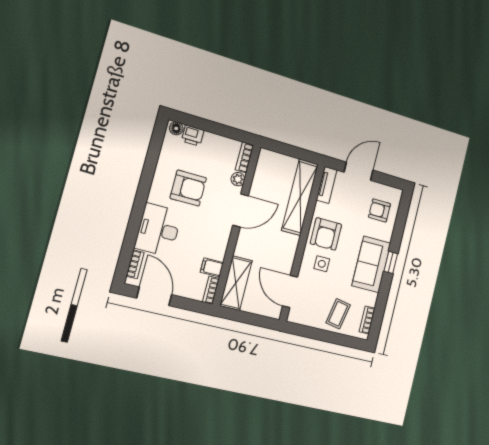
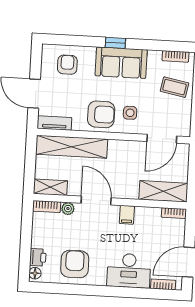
shelving: (264, 166) -> (50, 187), added
armchair: (188, 188) -> (75, 264), moved
armchair: (379, 210) -> (67, 65), turned 180
filing cabinet: (212, 267) -> (127, 215), moved

